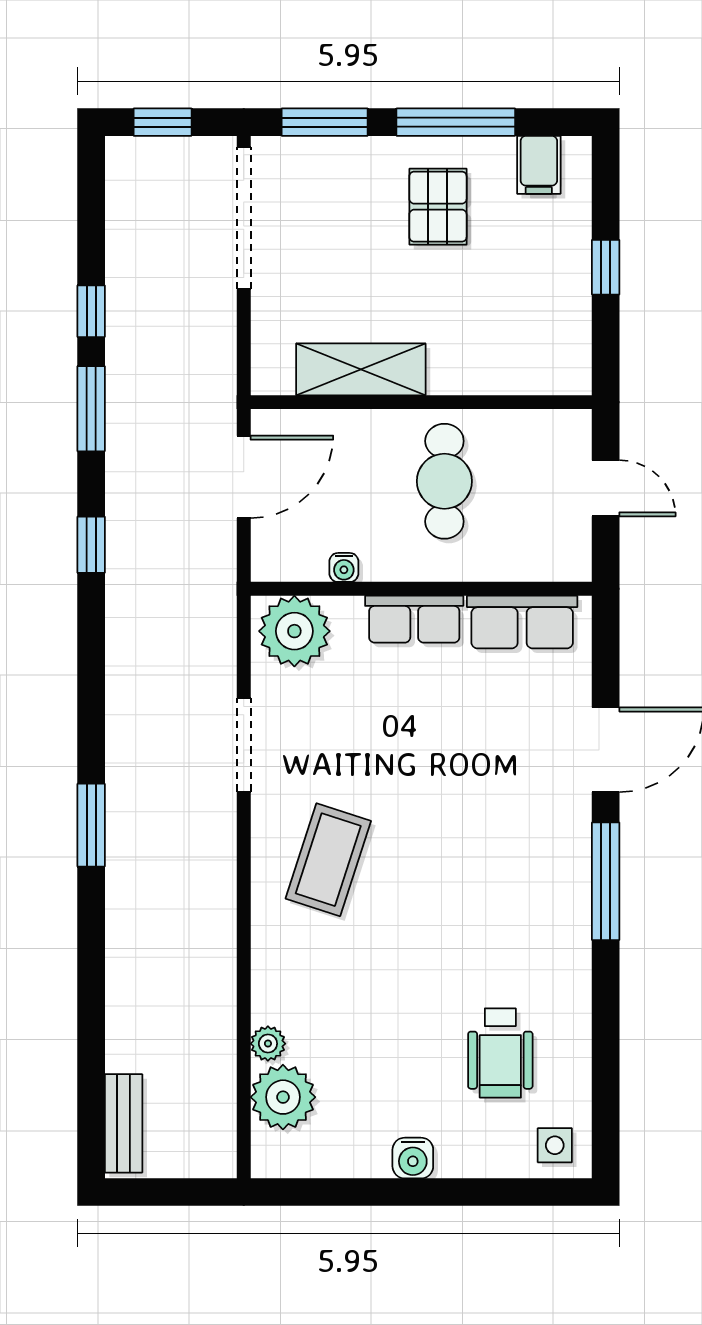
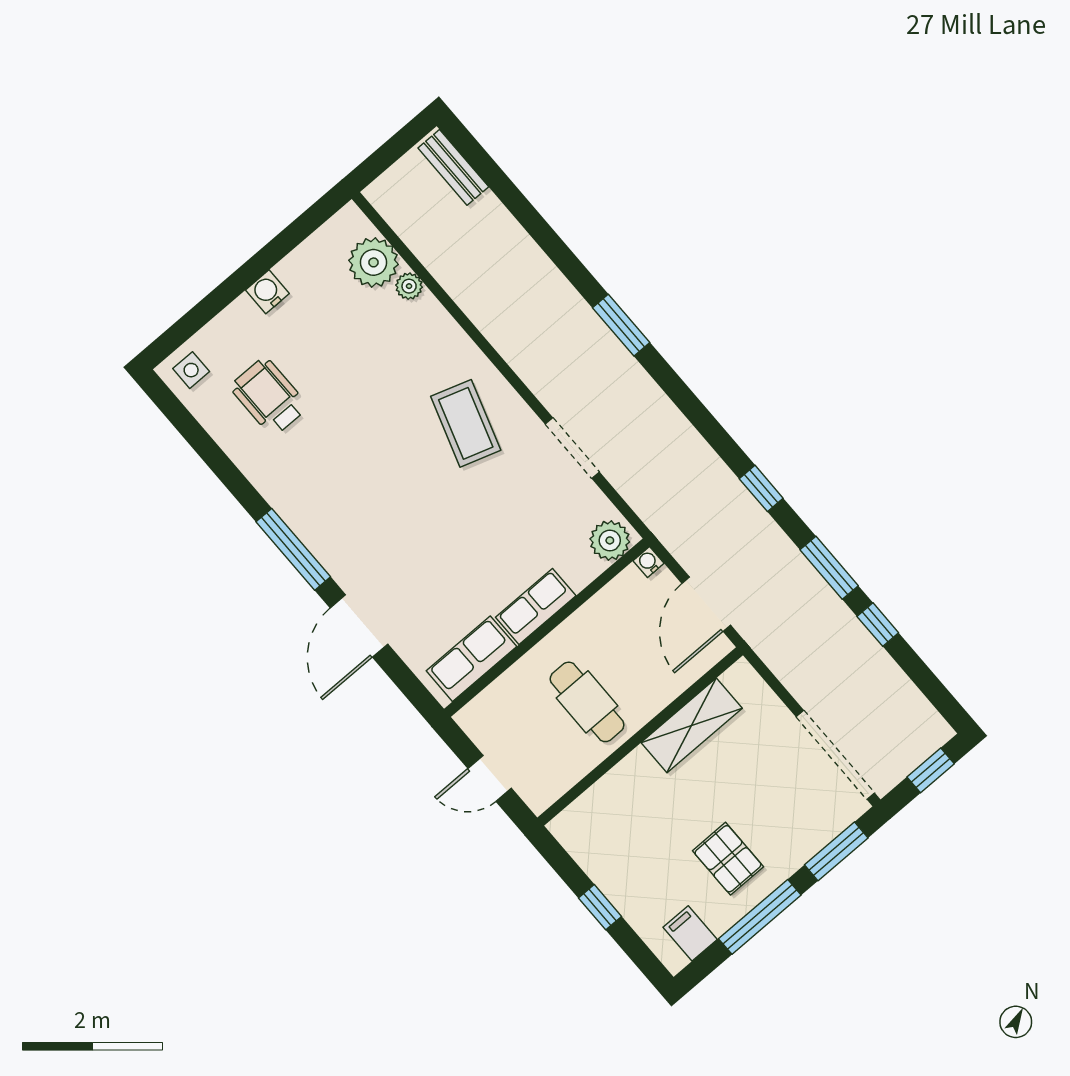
water cooler: (344, 567) -> (649, 562), moved
plant: (294, 631) -> (610, 540), width x0.73, depth x0.73

